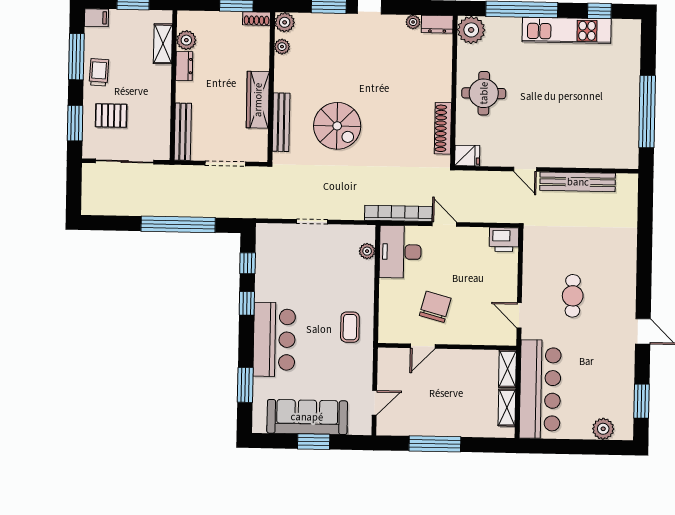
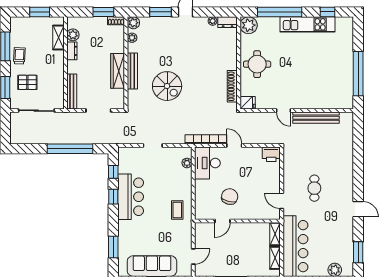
filing cabinet: (96, 18) -> (17, 22), removed
bench: (281, 122) -> (132, 71), moved
bar counter: (274, 339) -> (131, 197), moved

